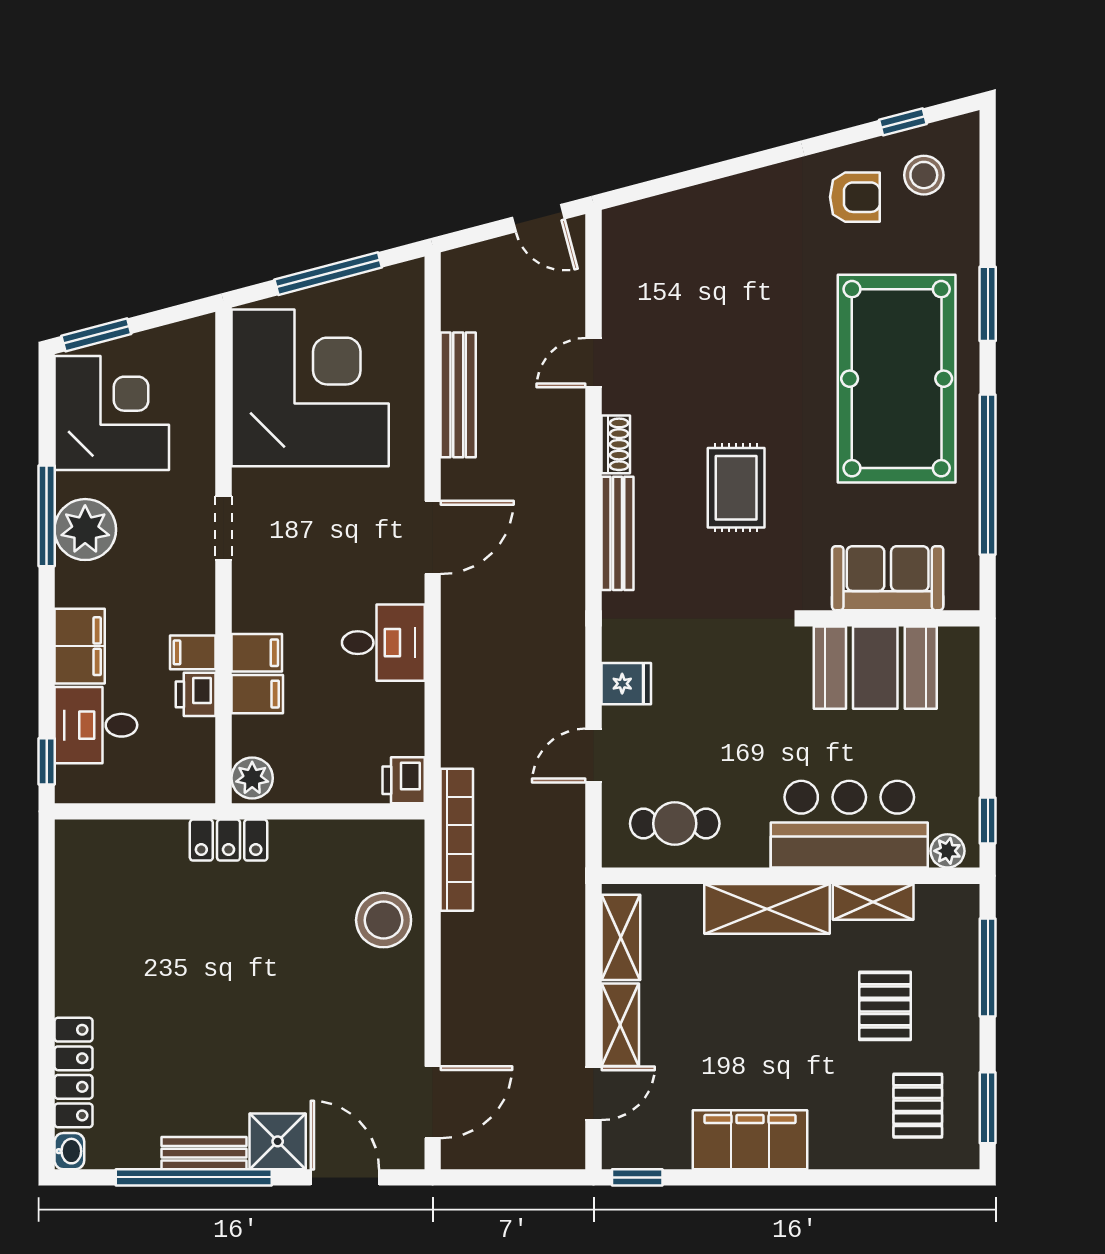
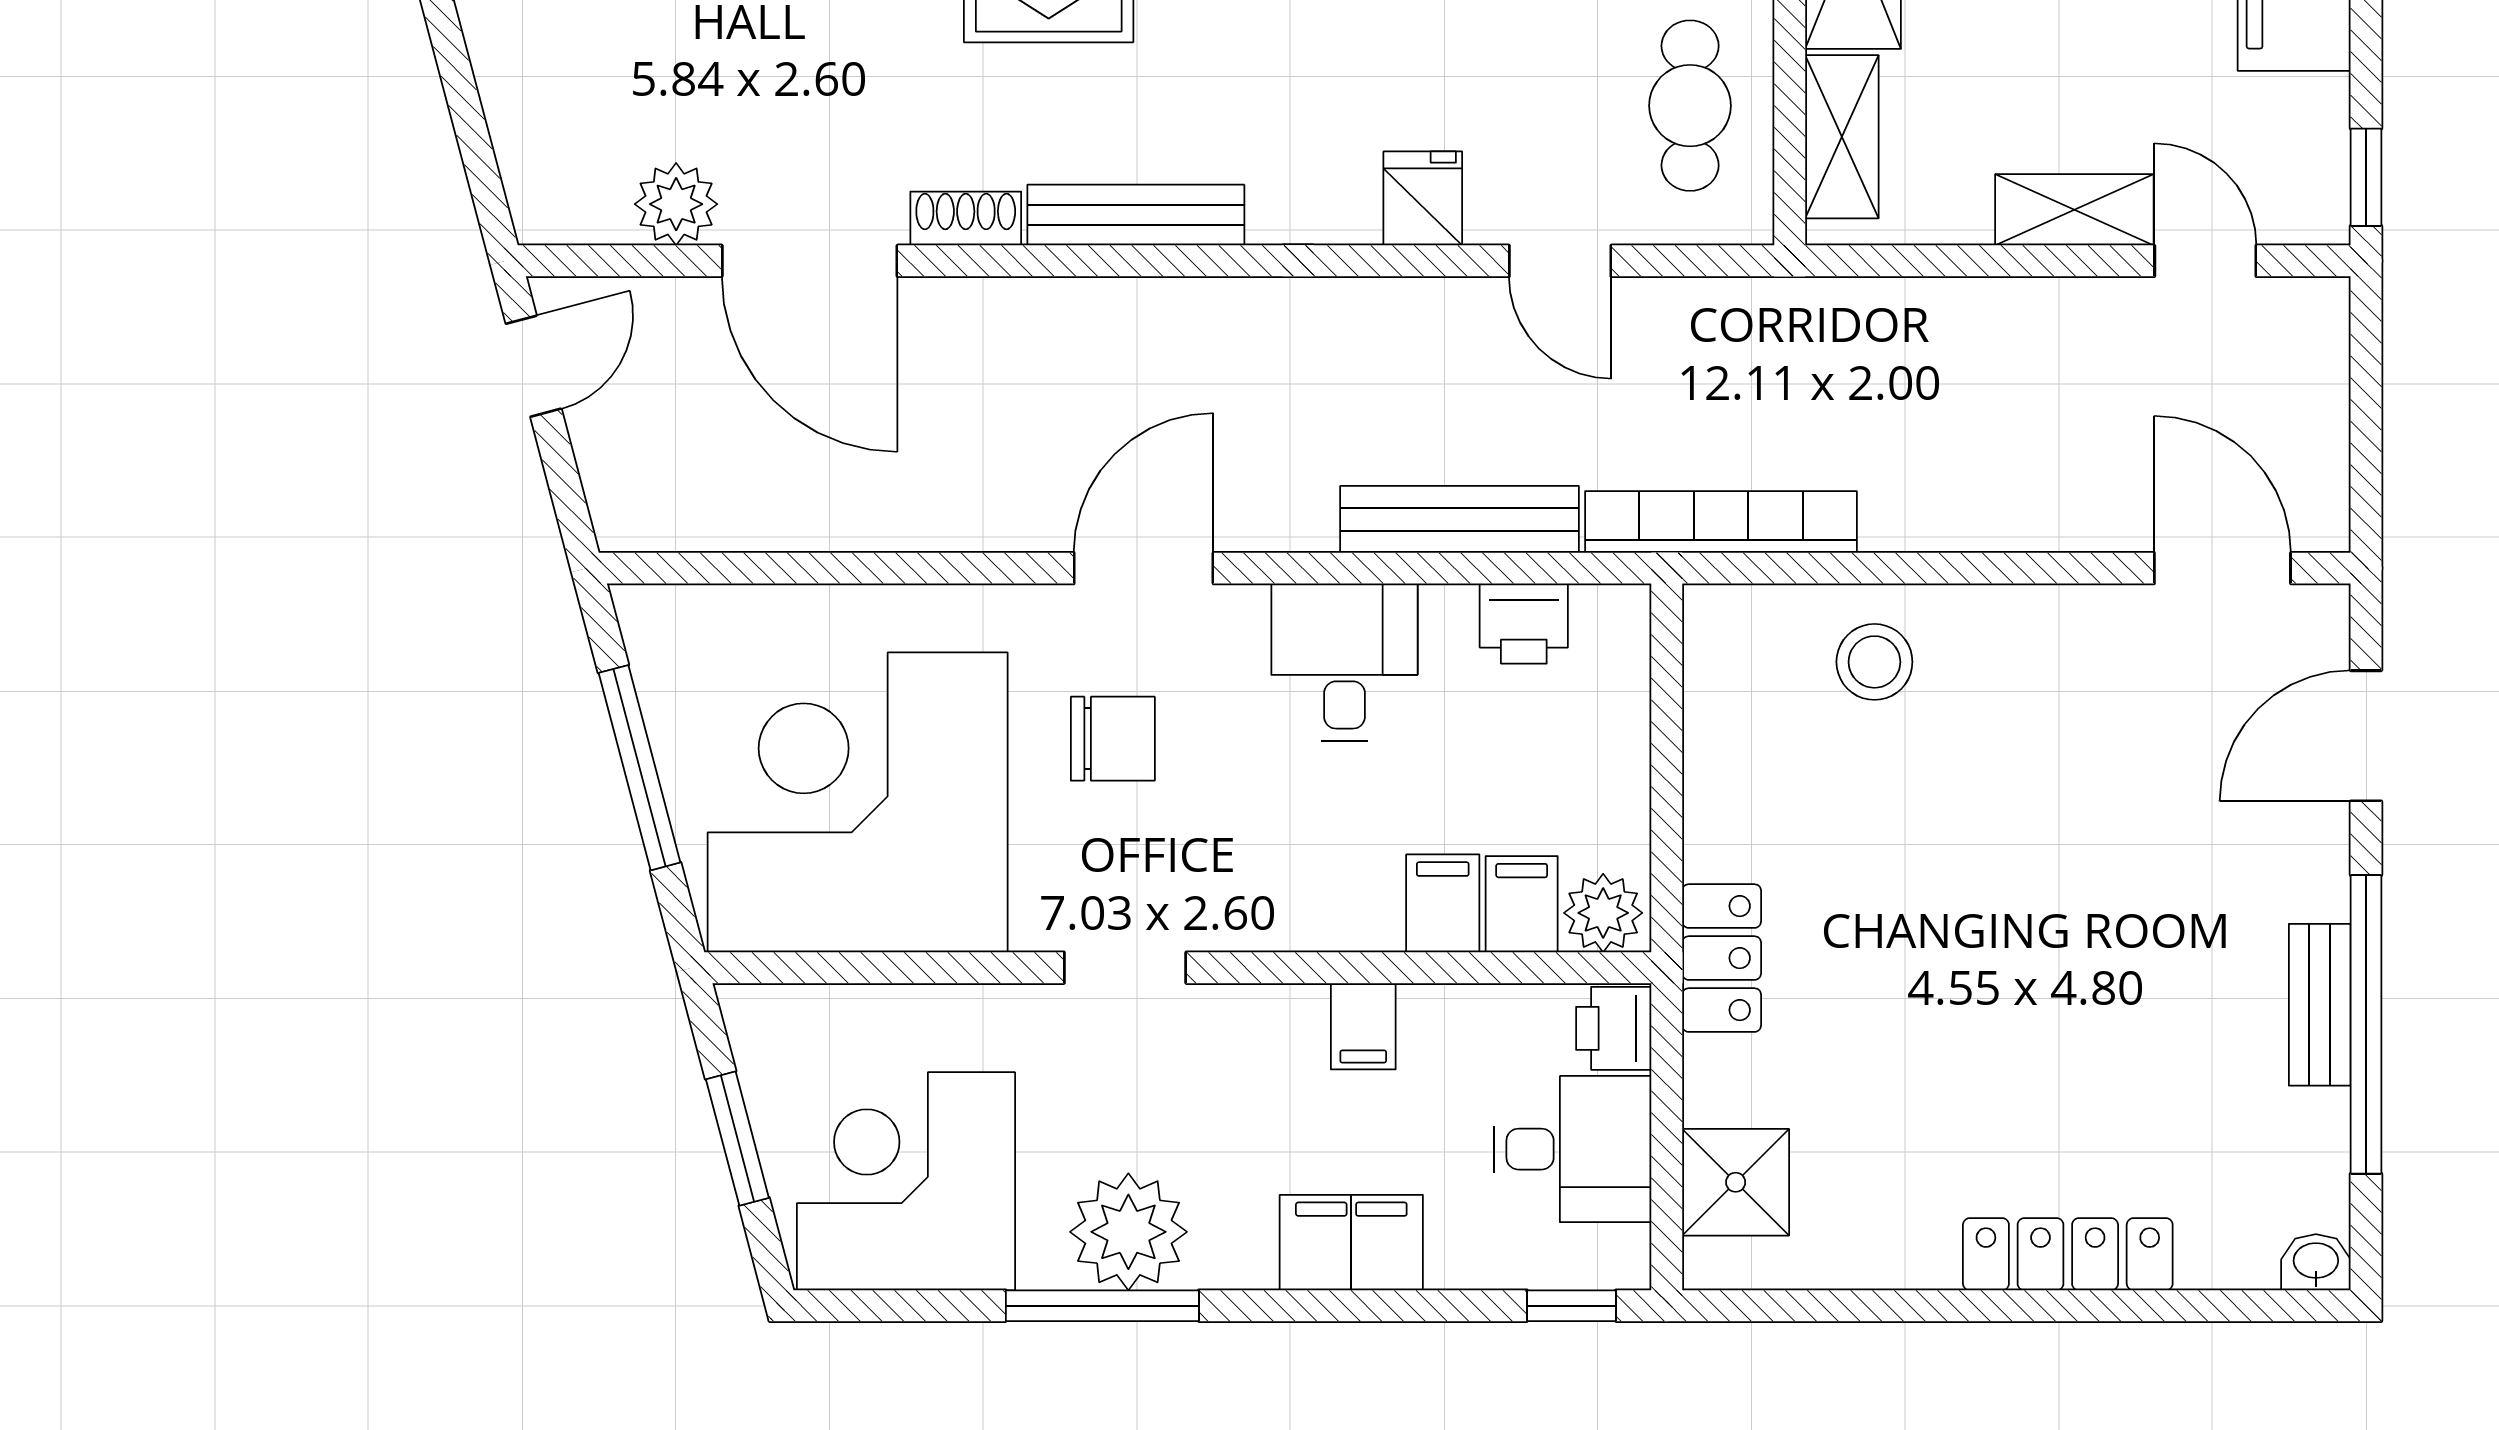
plant: (623, 293) -> (676, 204), added
window: (96, 335) -> (737, 1139), moved
door: (594, 363) -> (810, 261), width x1.87
bench: (458, 395) -> (1460, 519), moved
chair: (343, 521) -> (1113, 739), added
door: (433, 537) -> (1144, 568), hinge flipped
filing cabinet: (257, 653) -> (1522, 904), moved
printer: (196, 694) -> (1614, 1028), moved, turned 90
desk: (96, 725) -> (1573, 1149), moved, turned -90
printer: (404, 780) -> (1524, 624), moved
stool: (384, 920) -> (1874, 662), width x0.73, depth x0.73
shelving: (621, 937) -> (1842, 137), moved, turned 90
locker: (74, 1073) -> (2068, 1254), moved
shower: (278, 1141) -> (1736, 1182), moved

